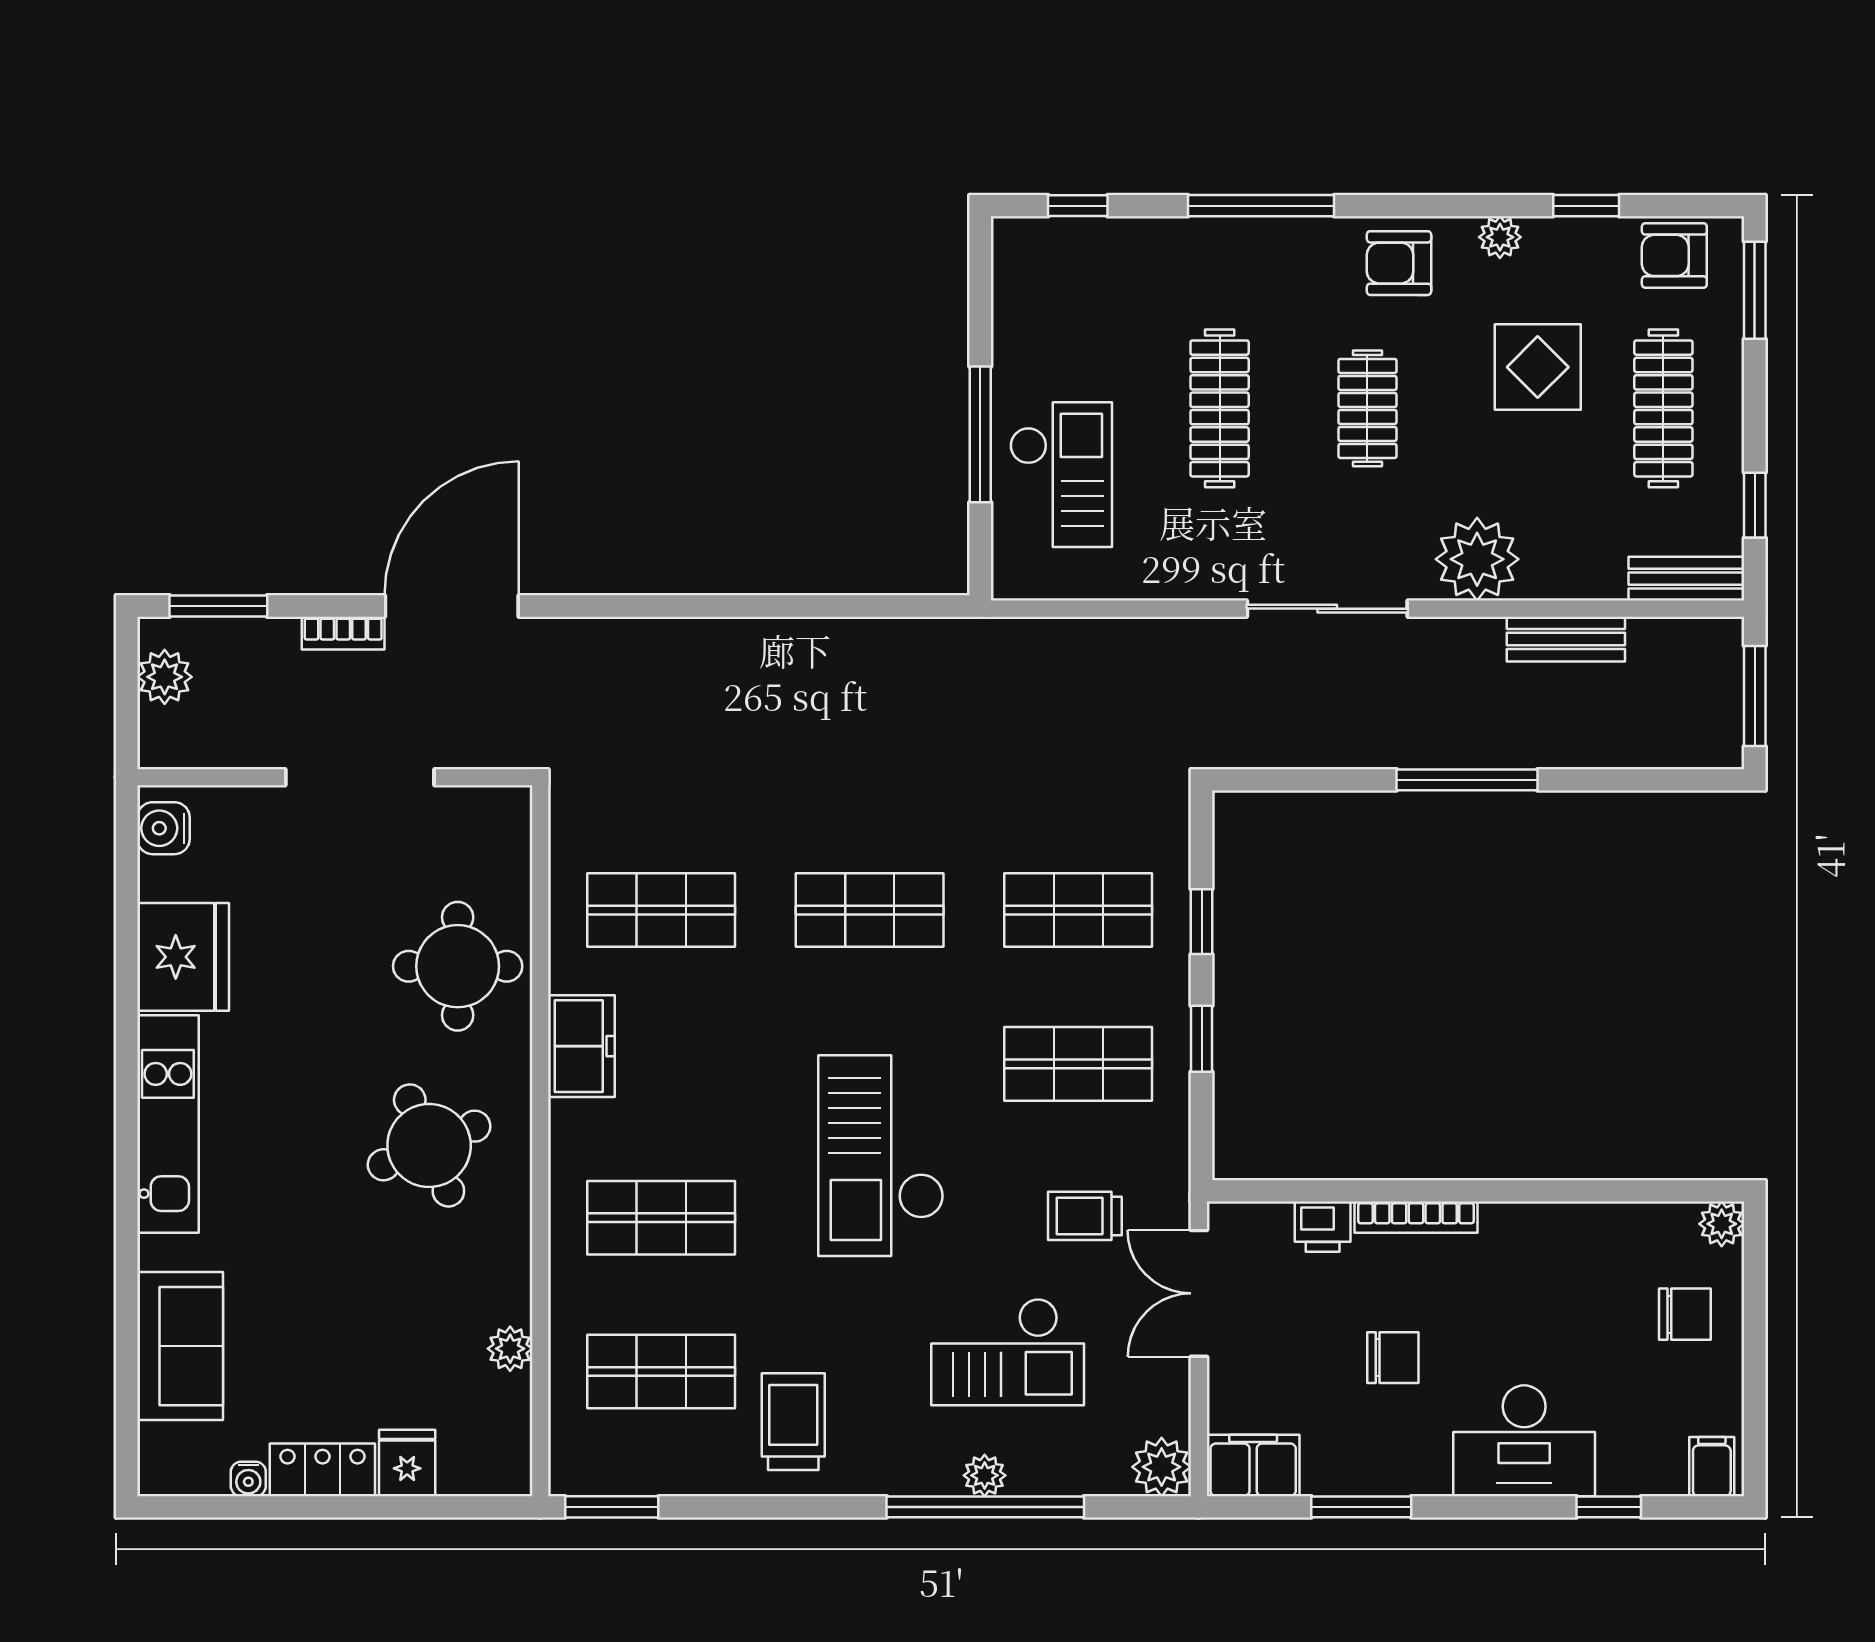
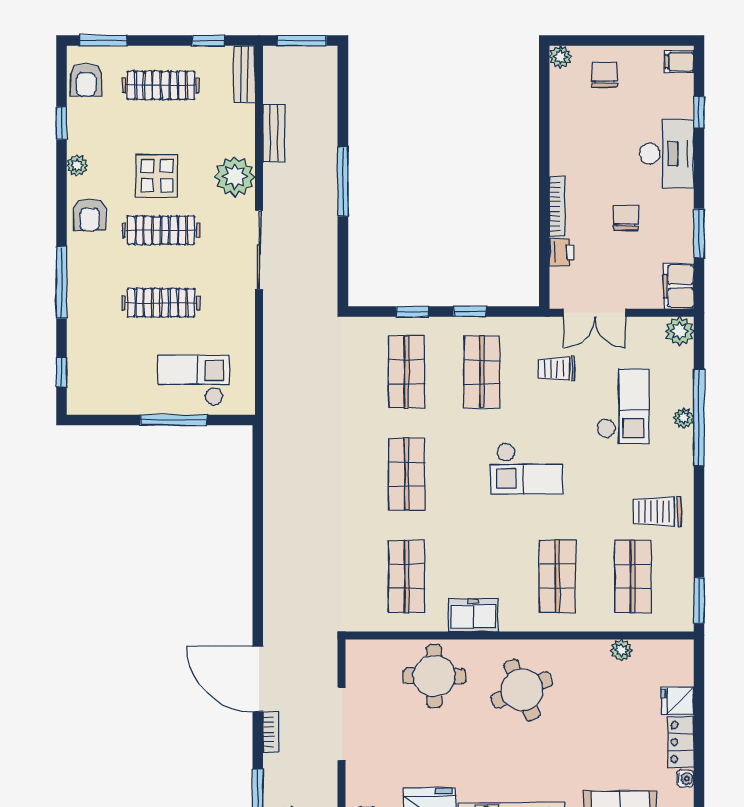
display table: (1538, 367) -> (157, 176), moved
clothes rail: (1367, 408) -> (161, 230), width x1.36
checkout: (881, 1156) -> (527, 469), width x0.73, depth x0.83
trolley: (1085, 1216) -> (557, 369), turned 90

